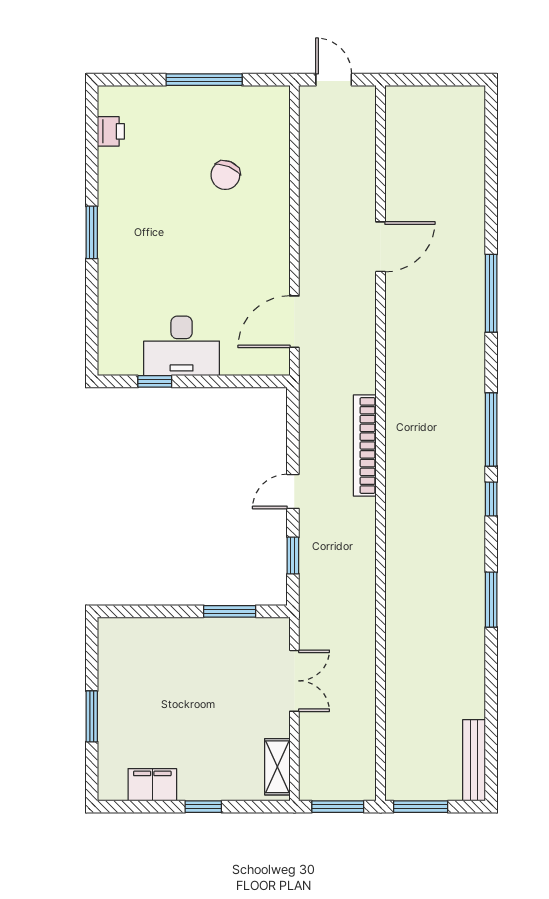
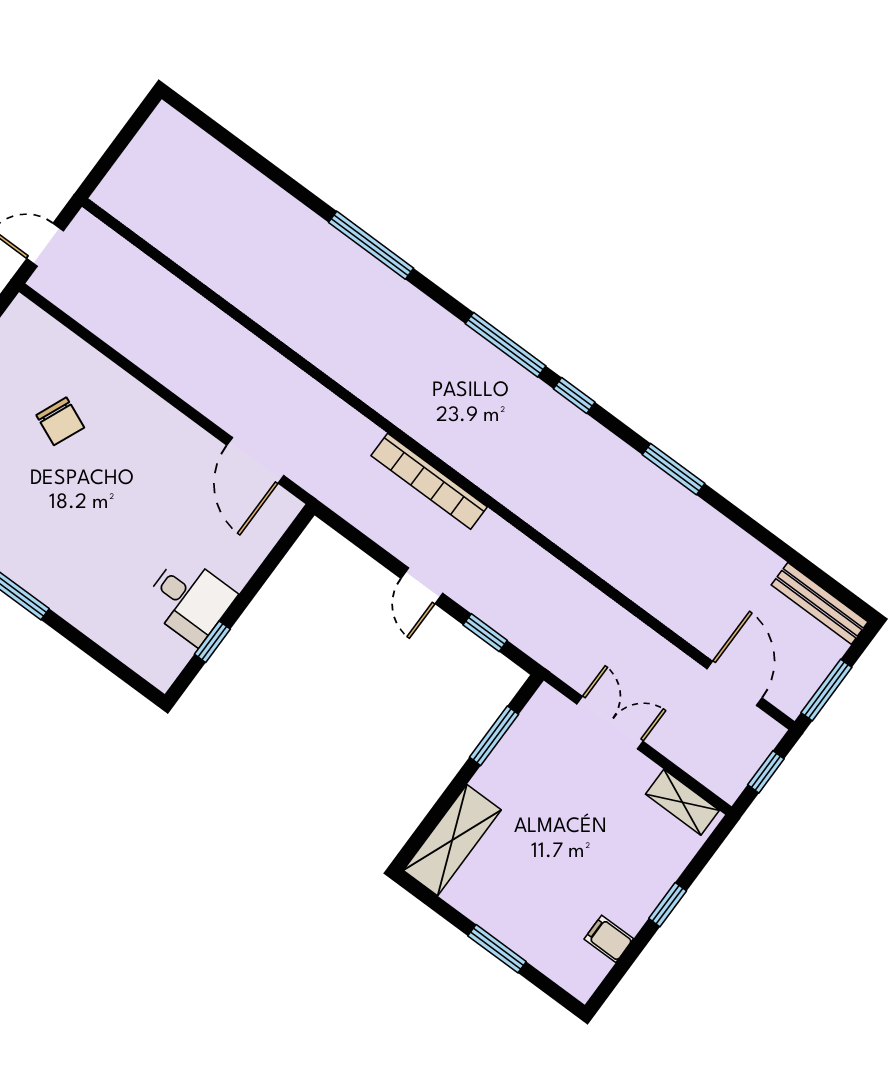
door: (381, 247) -> (735, 683), moved
desk: (182, 346) -> (189, 600), width x0.73
shelving: (141, 634) -> (452, 840), added
filing cabinet: (152, 785) -> (609, 939), width x0.50
window: (338, 807) -> (766, 772), width x0.67

